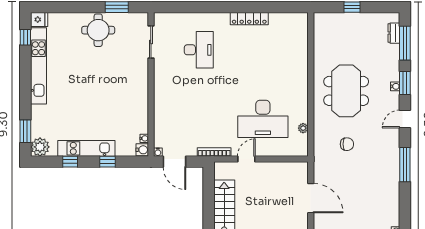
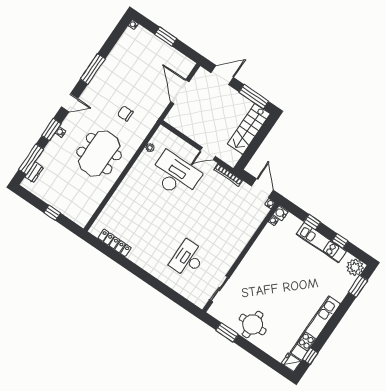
locker: (249, 19) -> (114, 243), moved

